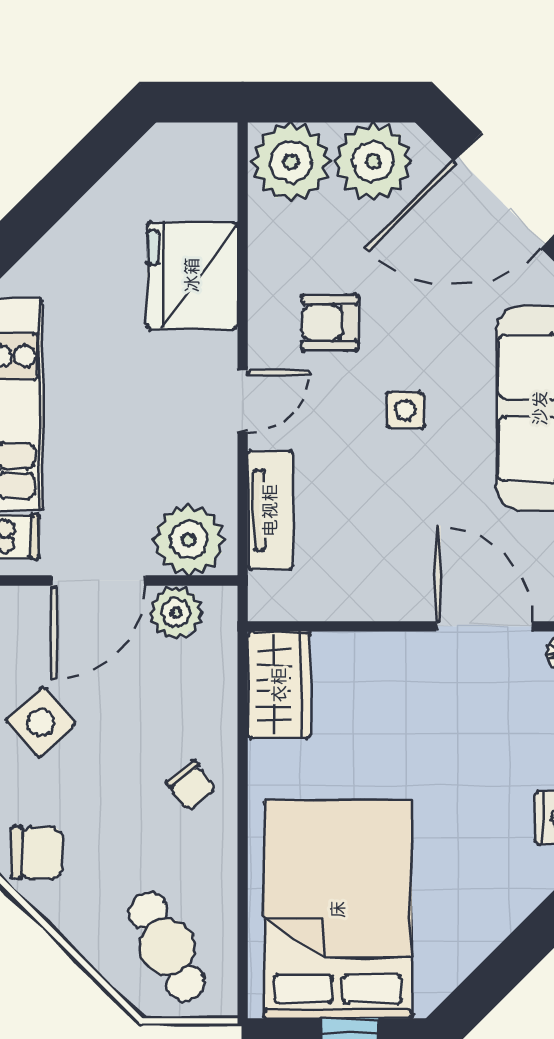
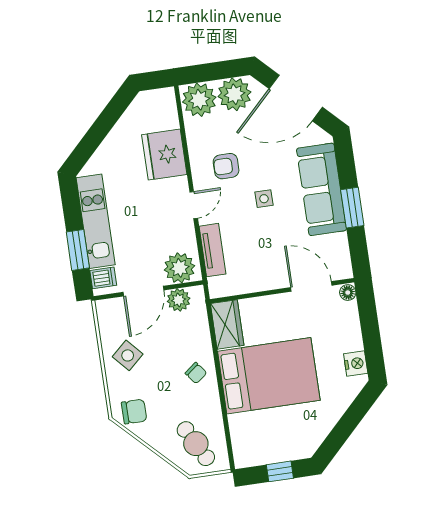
bed: (338, 909) -> (269, 376), moved, turned 90

